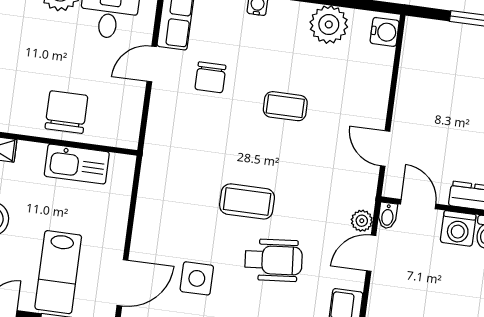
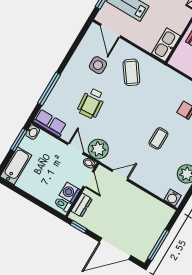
kitchen sink: (77, 164) -> (166, 45), moved
coffee table: (247, 201) -> (131, 72), moved, turned -36
door: (418, 204) -> (89, 179), hinge flipped
plant: (362, 221) -> (98, 149), width x1.87, depth x1.87

